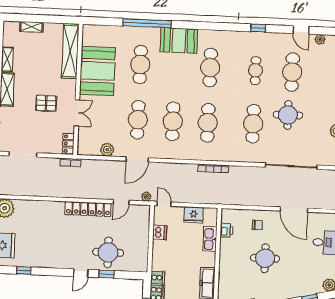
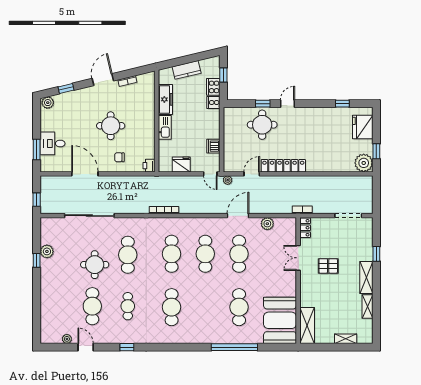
booth: (179, 40) -> (203, 332), removed
shelving: (70, 51) -> (307, 326), width x0.68
booth: (97, 71) -> (280, 320), moved
printer: (226, 230) -> (149, 166), moved
kitchen sink: (210, 239) -> (165, 127), moved

